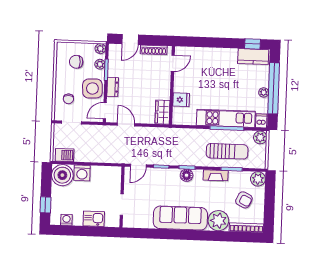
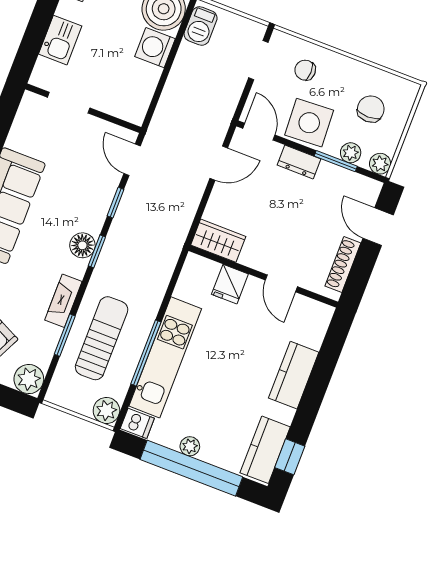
kitchen counter: (213, 55) -> (294, 375), added
door: (173, 63) -> (281, 283), moved
sun lounger: (227, 151) -> (102, 338), turned 180

